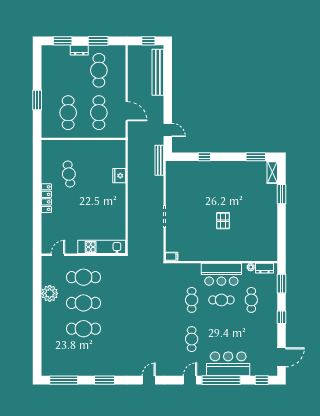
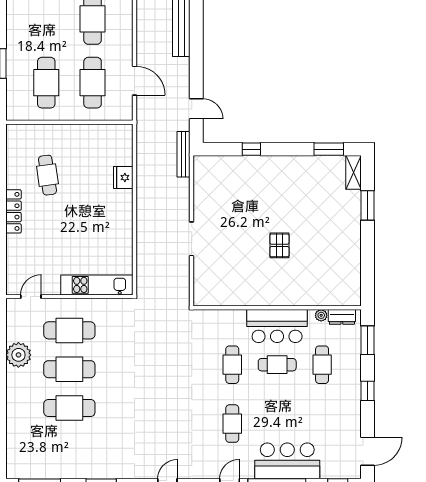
filing cabinet: (172, 257) -> (202, 299), removed

